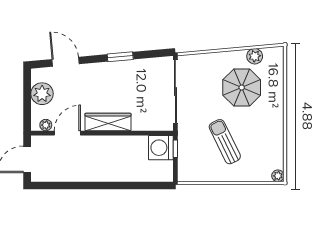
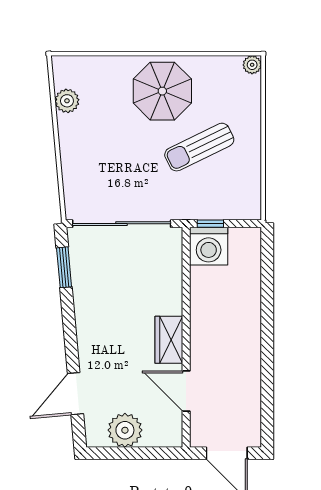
window: (120, 57) -> (64, 267), moved
parasol: (242, 87) -> (162, 91), moved
wardrobe: (108, 122) -> (169, 340), width x0.67
plant: (46, 125) -> (174, 424), removed

